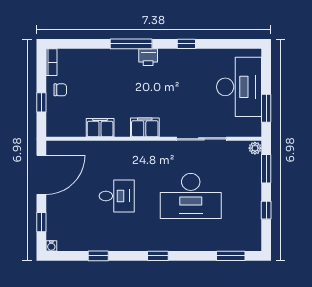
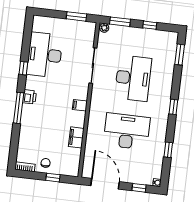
desk: (239, 87) -> (45, 55), moved, turned -90
filing cabinet: (145, 127) -> (80, 105), width x0.50
desk: (117, 196) -> (127, 131), width x1.87, depth x1.30

